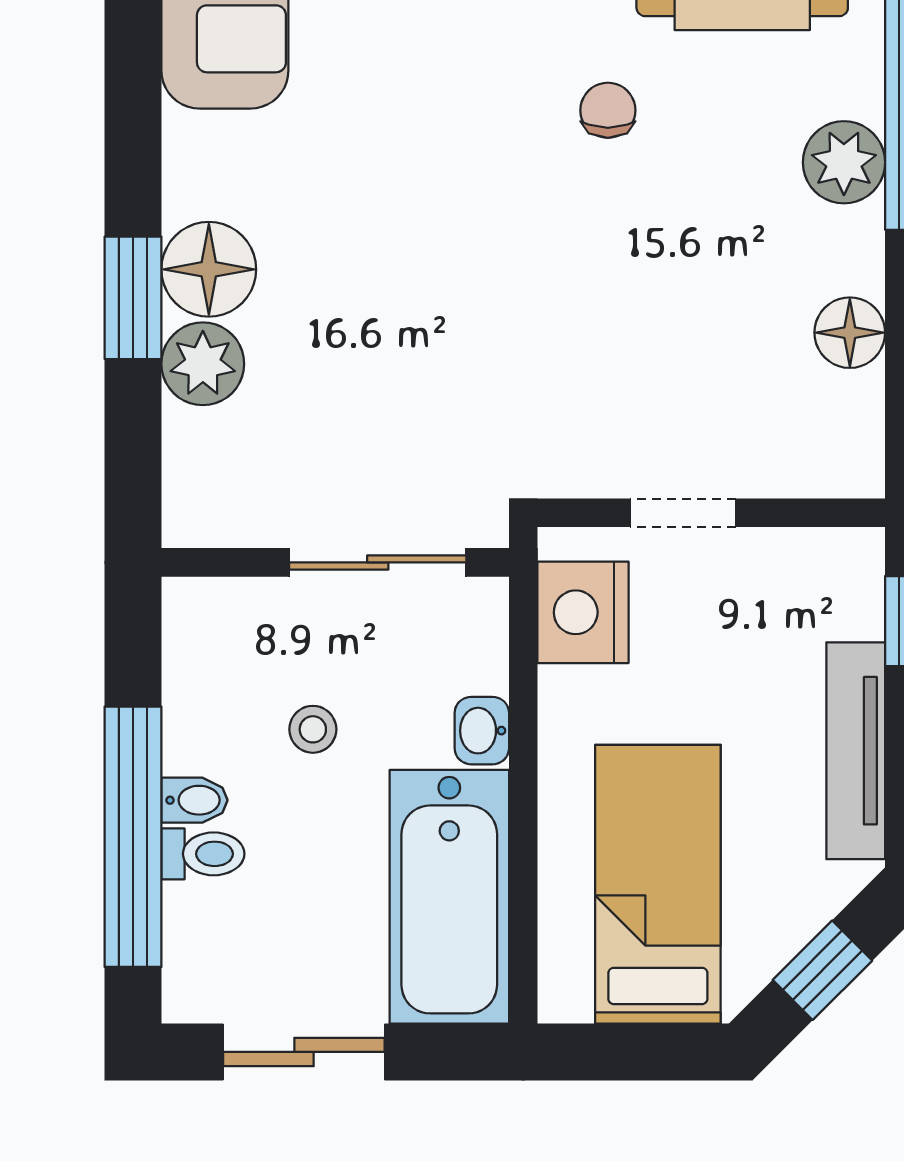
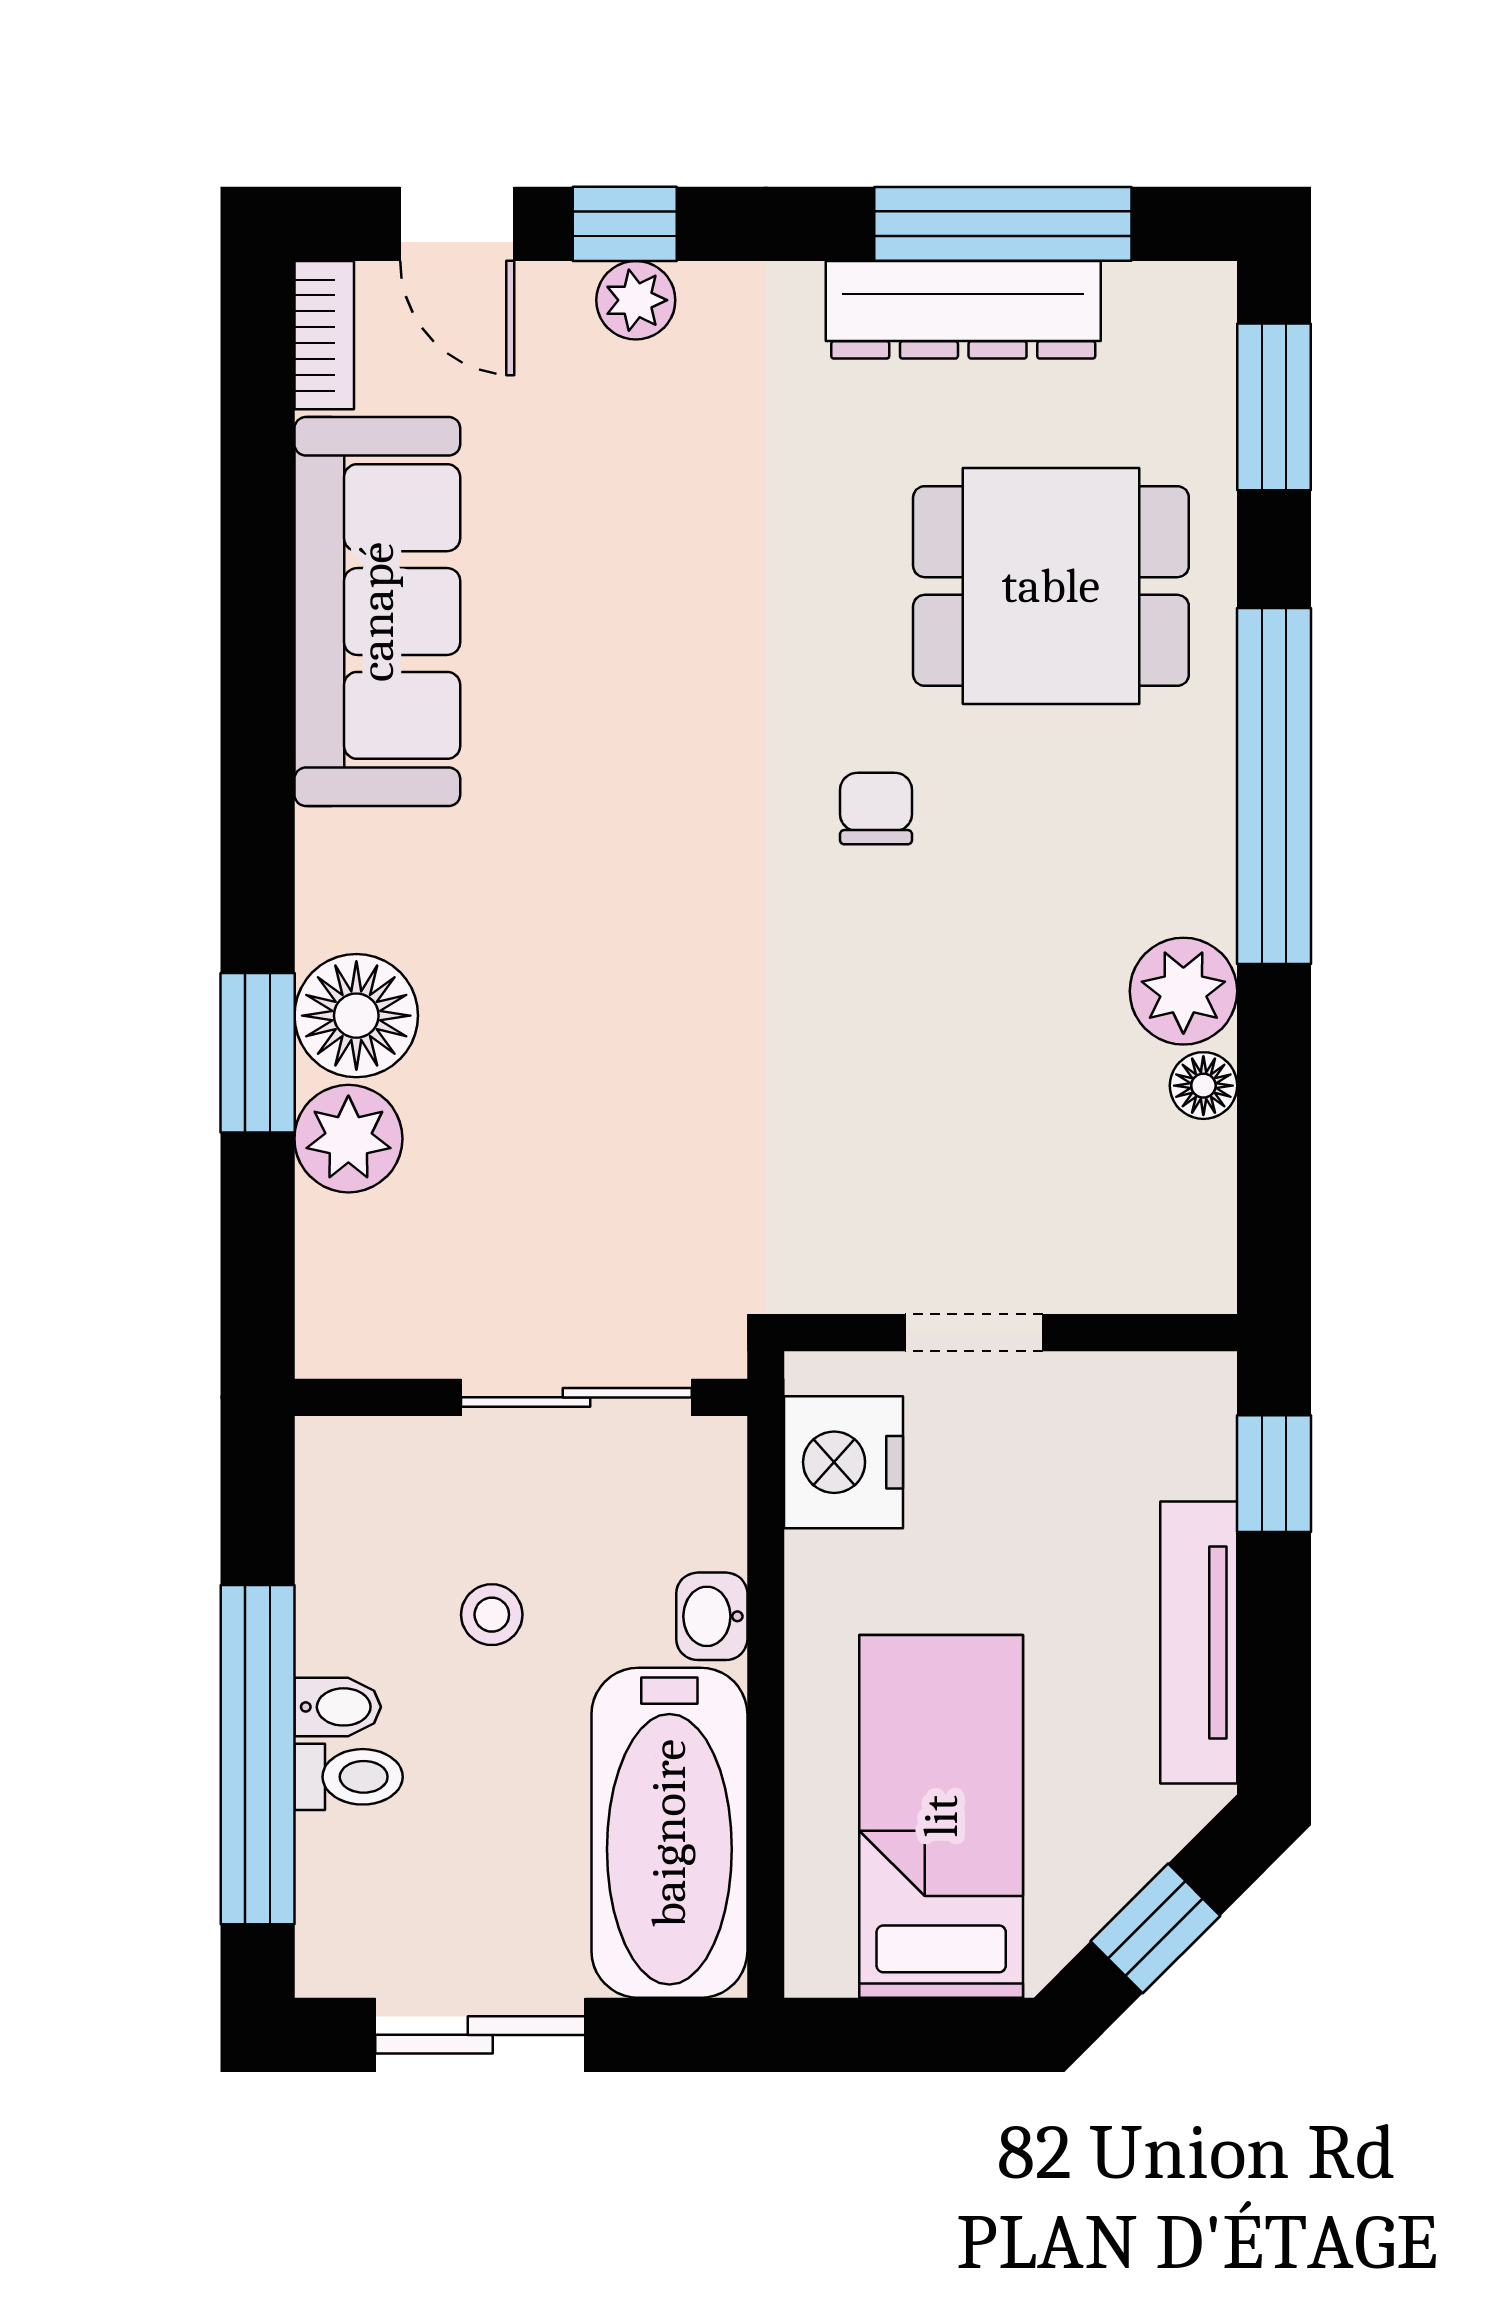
plant: (844, 162) -> (1183, 991), moved
floor lamp: (850, 333) -> (1203, 1086), width x0.73, depth x0.73

